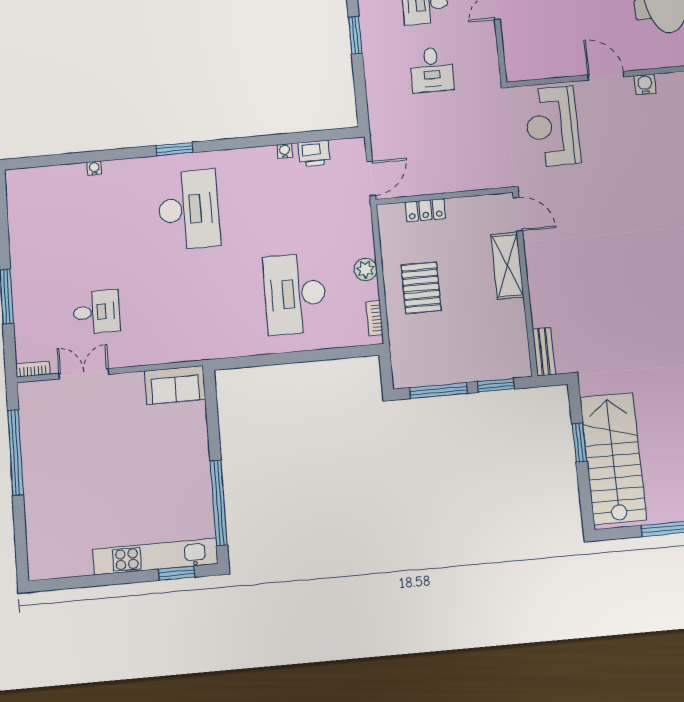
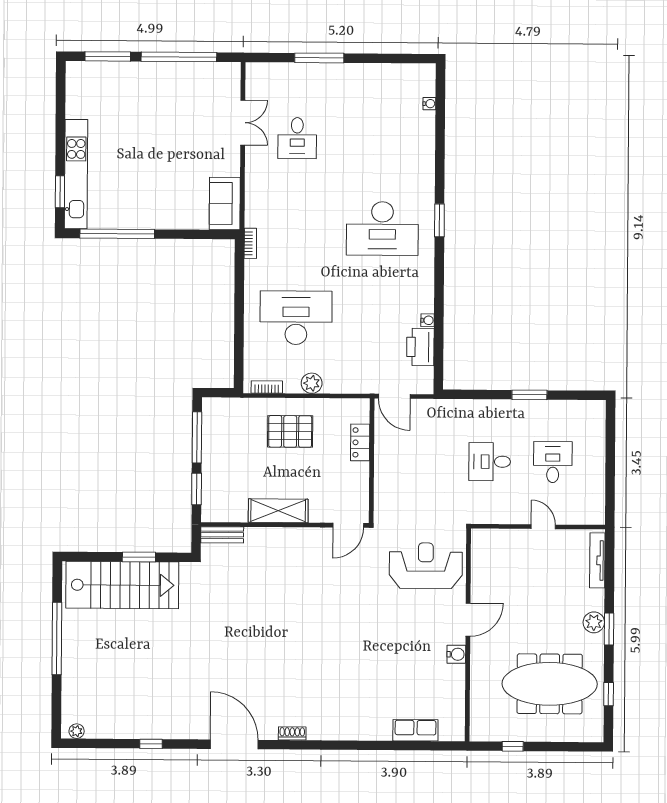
printer: (314, 153) -> (420, 347), width x1.37, depth x1.19
water cooler: (94, 168) -> (429, 104), moved
shelving: (507, 266) -> (278, 511), moved
bookcase: (33, 369) -> (250, 243), moved
window: (20, 533) -> (108, 56), added

